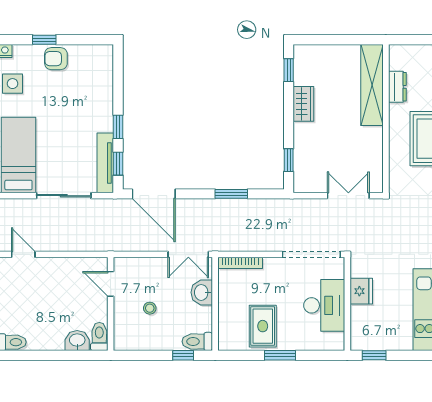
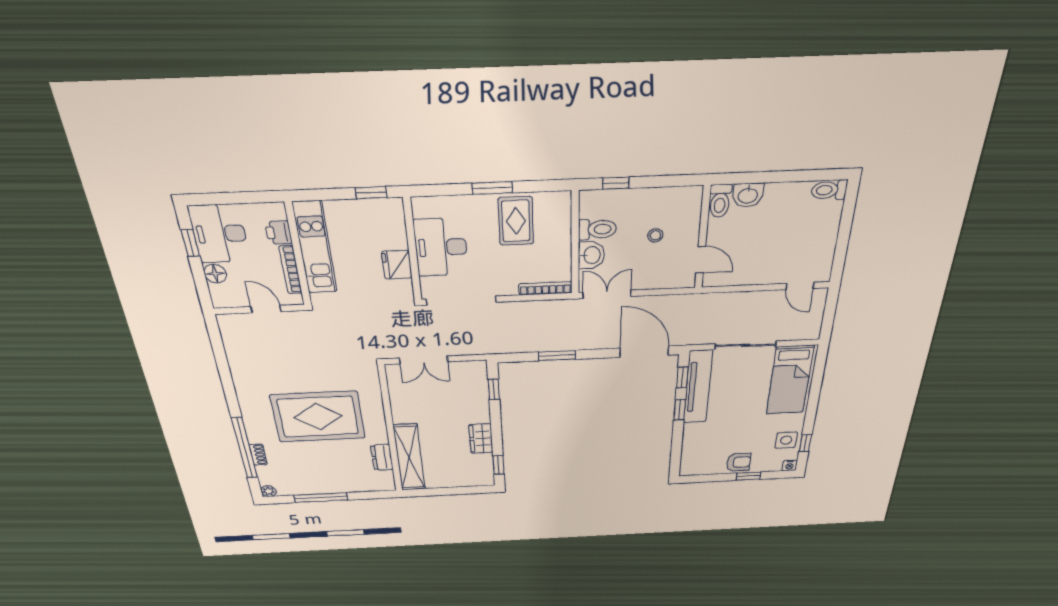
tv unit: (105, 163) -> (698, 387), width x1.36, depth x1.29
toilet: (197, 341) -> (597, 229), moved

